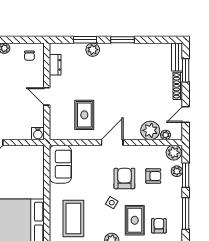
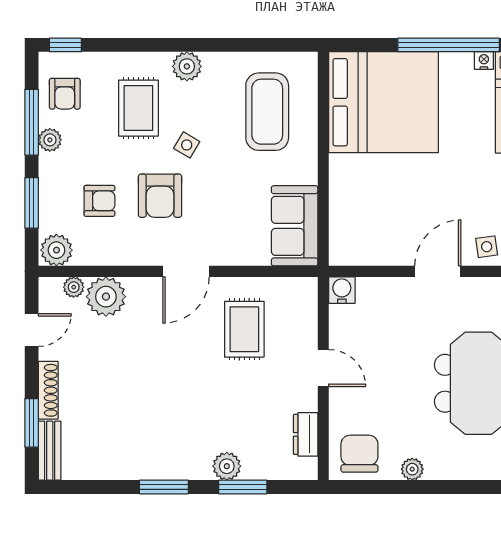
chair: (29, 56) -> (359, 454), width x1.87, depth x1.87
plant: (177, 171) -> (50, 140), moved
armchair: (153, 176) -> (99, 201), turned 180
armchair: (159, 226) -> (65, 94), moved

